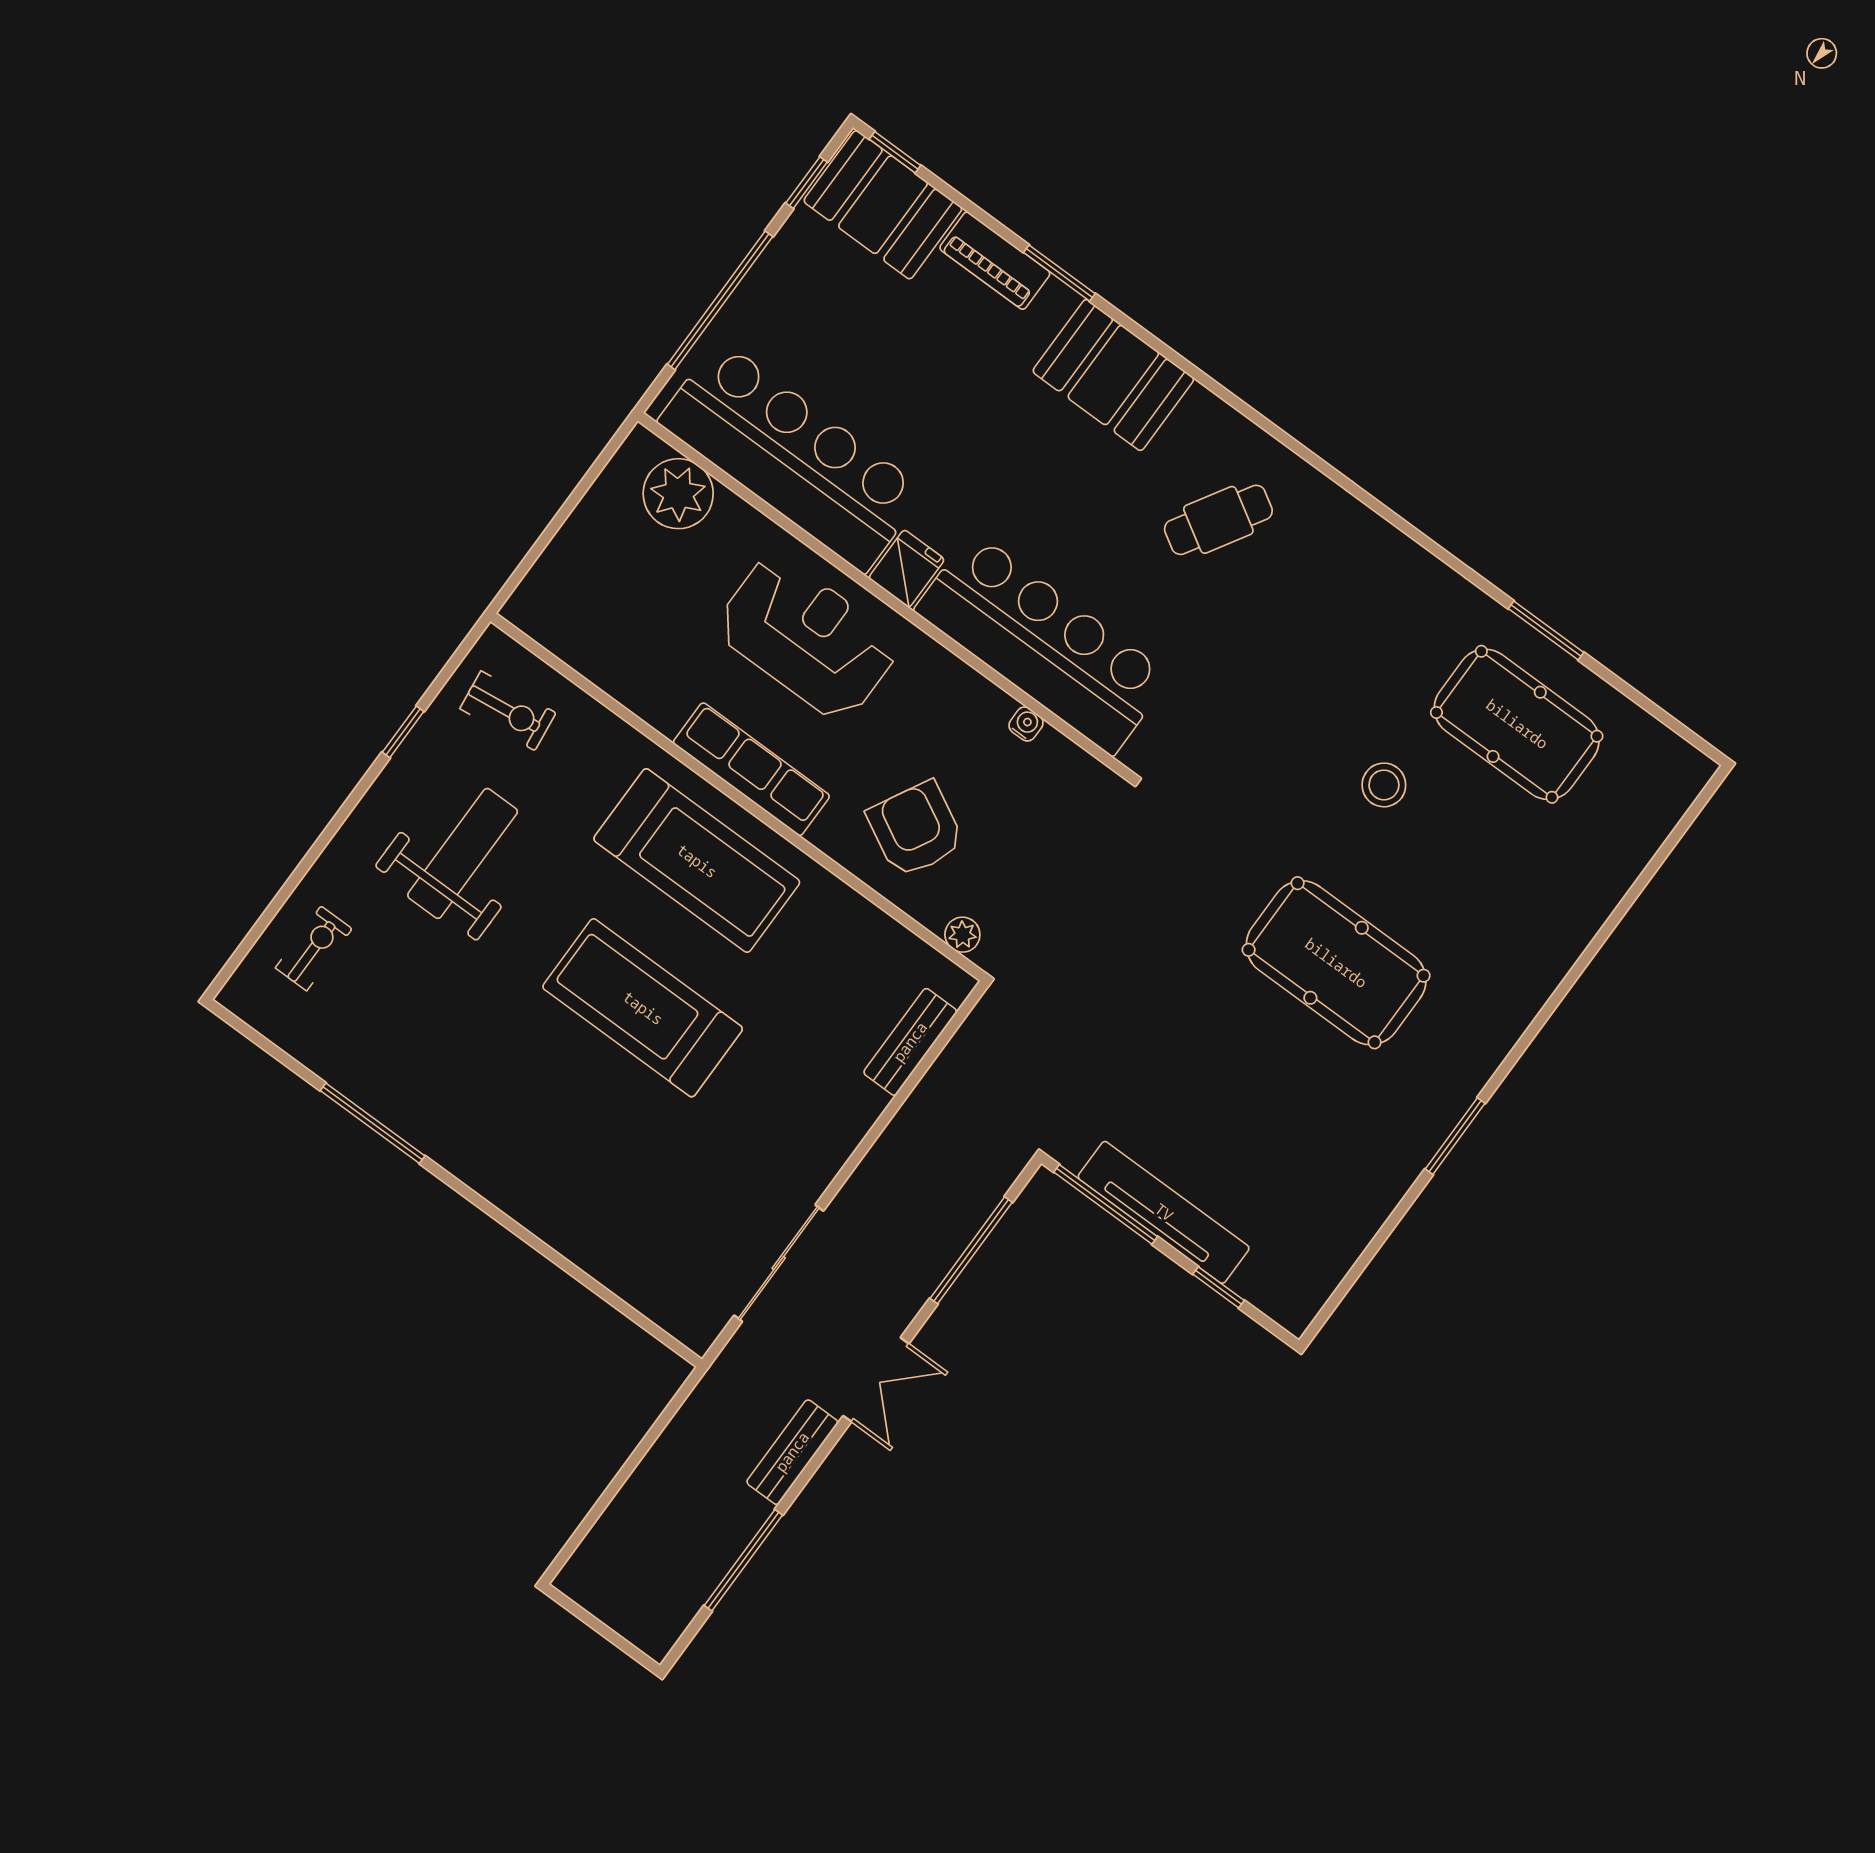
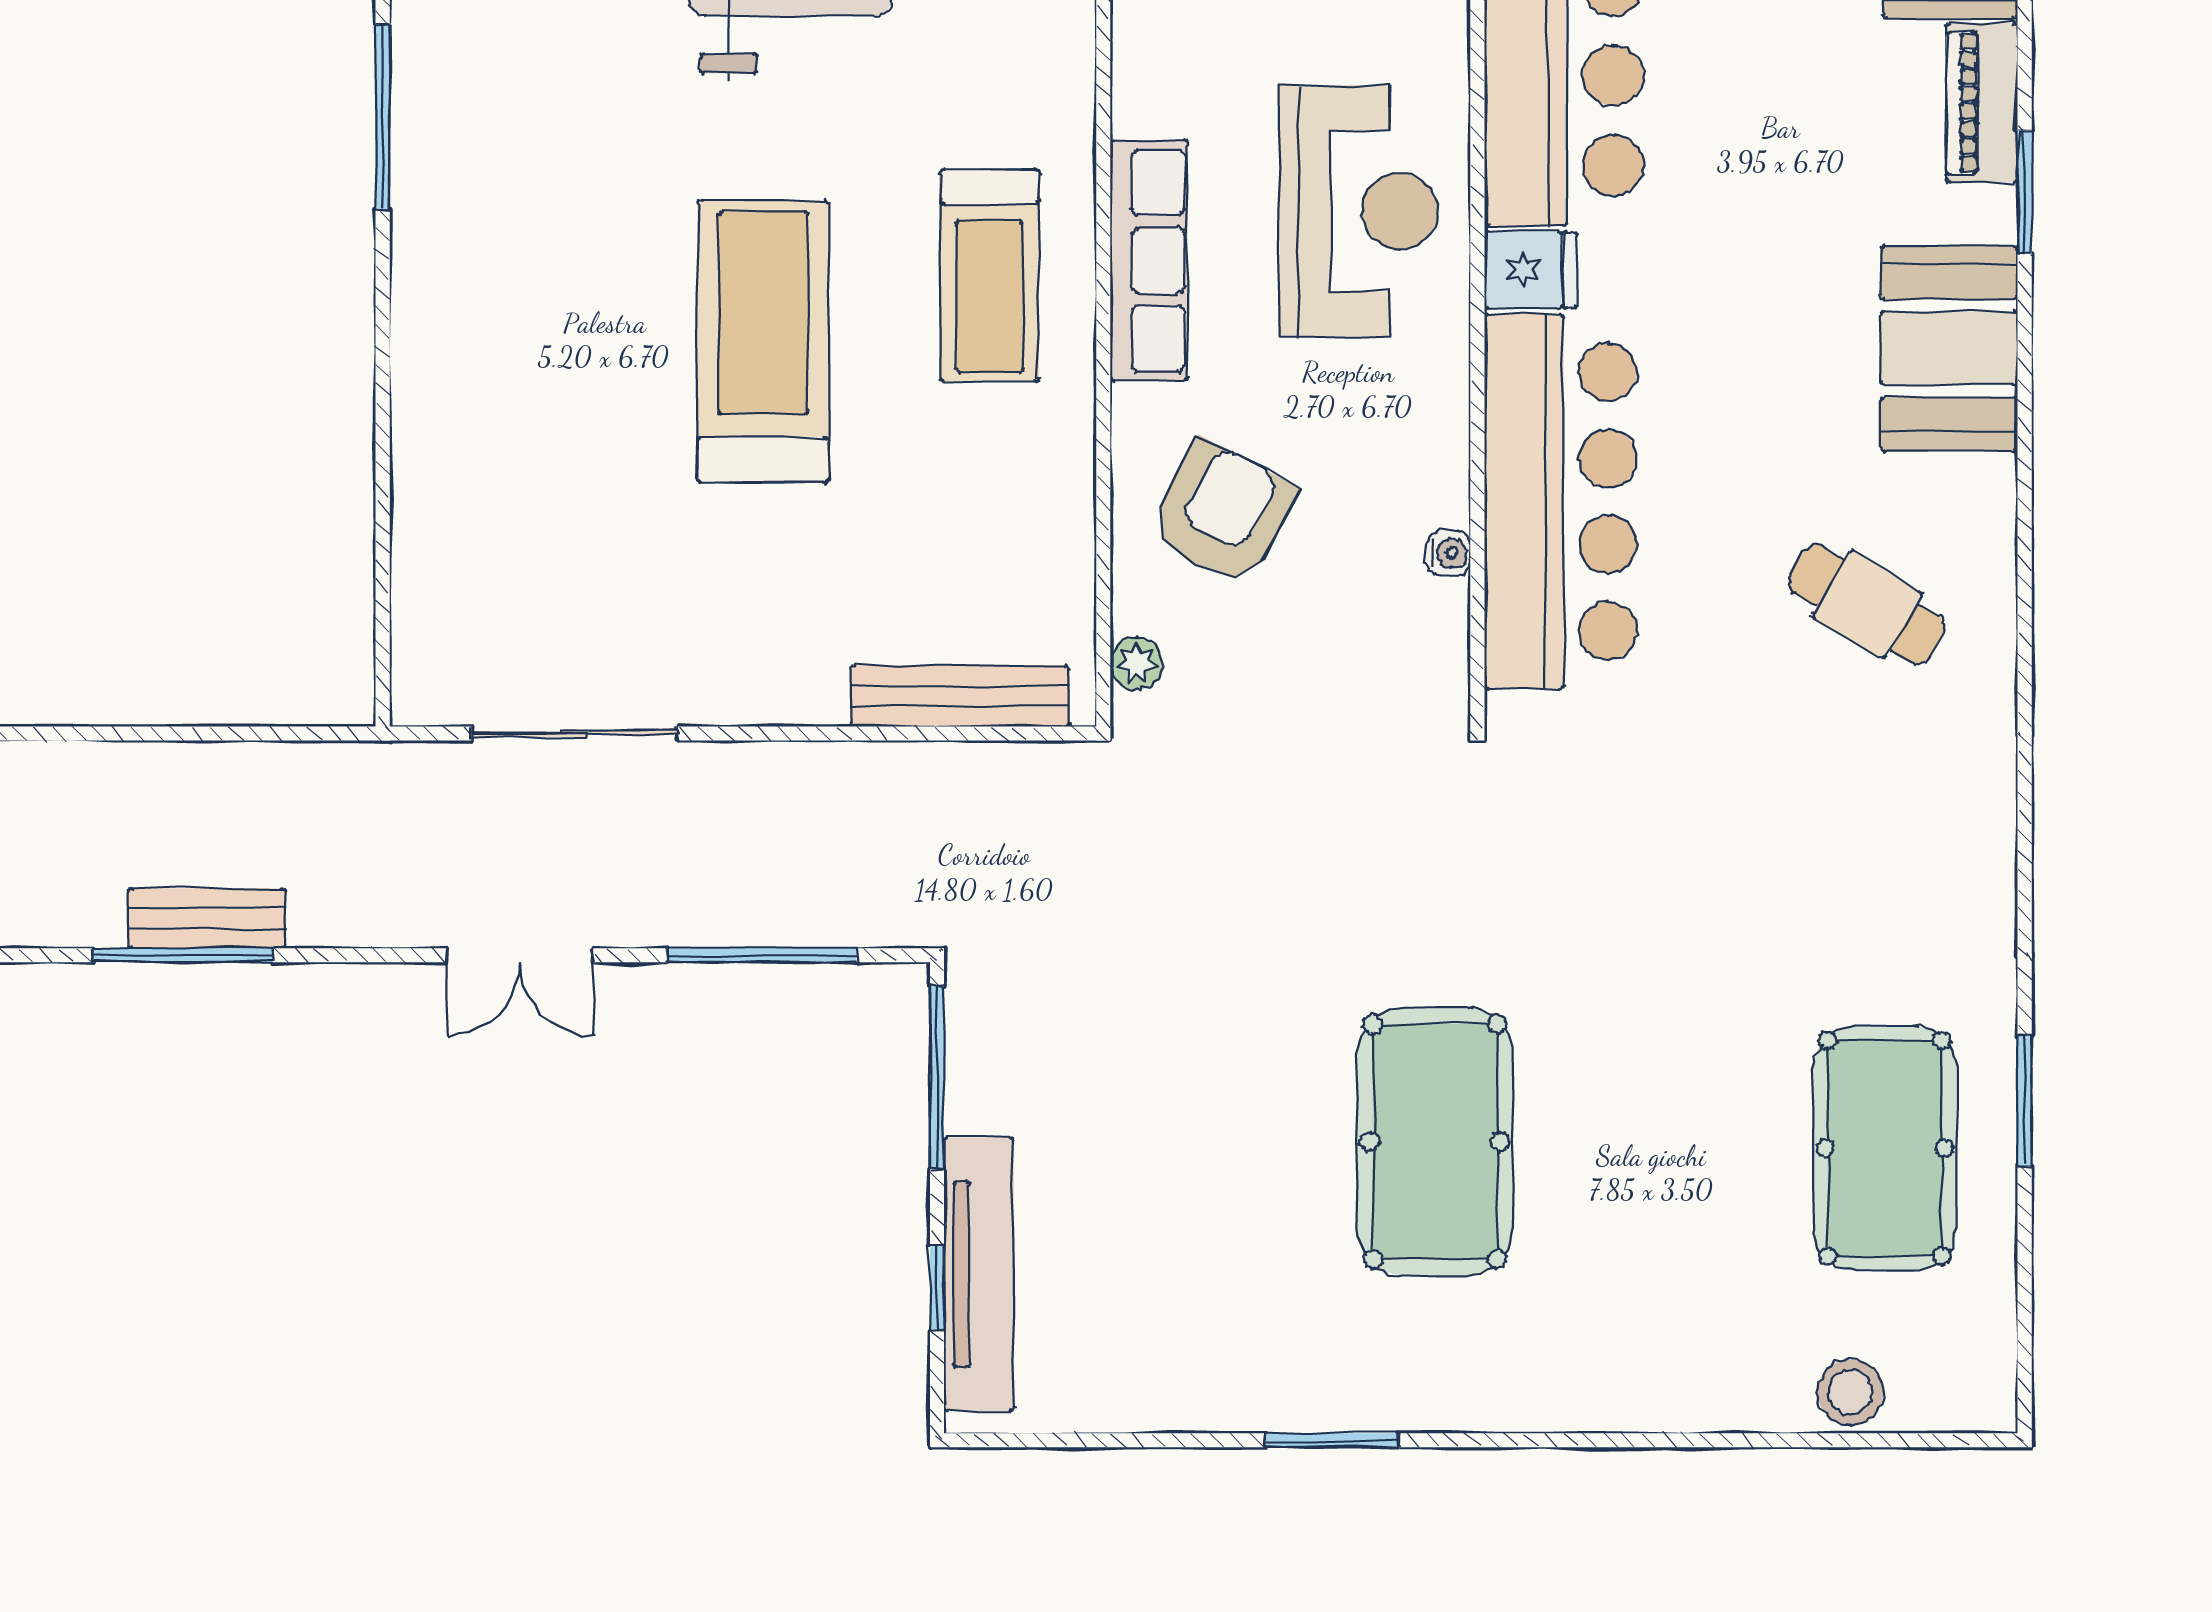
stool: (1384, 785) -> (1850, 1392), moved
treadmill: (697, 861) -> (990, 276), width x0.73, depth x0.73
bench: (910, 1042) -> (960, 696), width x1.36
tv unit: (1164, 1212) -> (979, 1274), moved
bench: (792, 1452) -> (207, 918), moved

